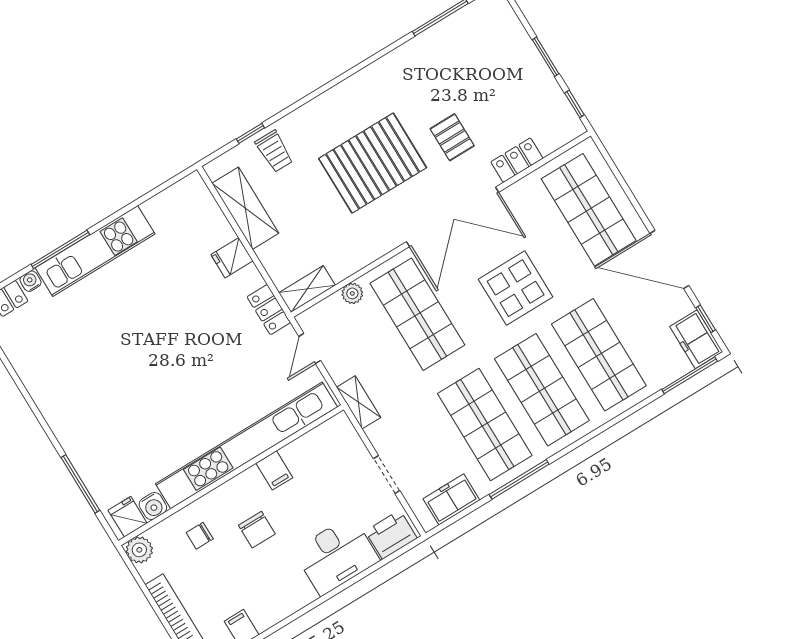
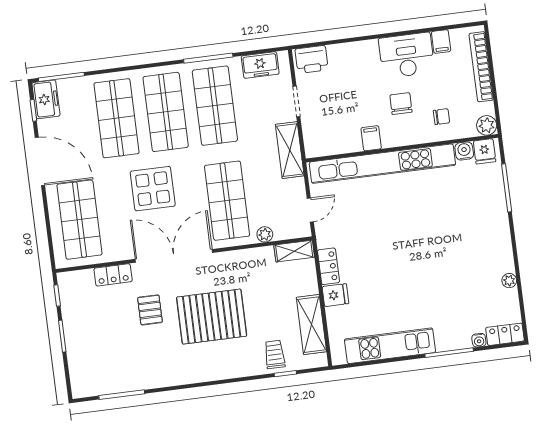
kitchen unit: (95, 251) -> (390, 346), moved
locker: (269, 310) -> (328, 266), moved
plant: (26, 371) -> (509, 281), added
shelving: (359, 402) -> (290, 150), width x1.50, depth x1.33
desk: (336, 556) -> (407, 55), moved

